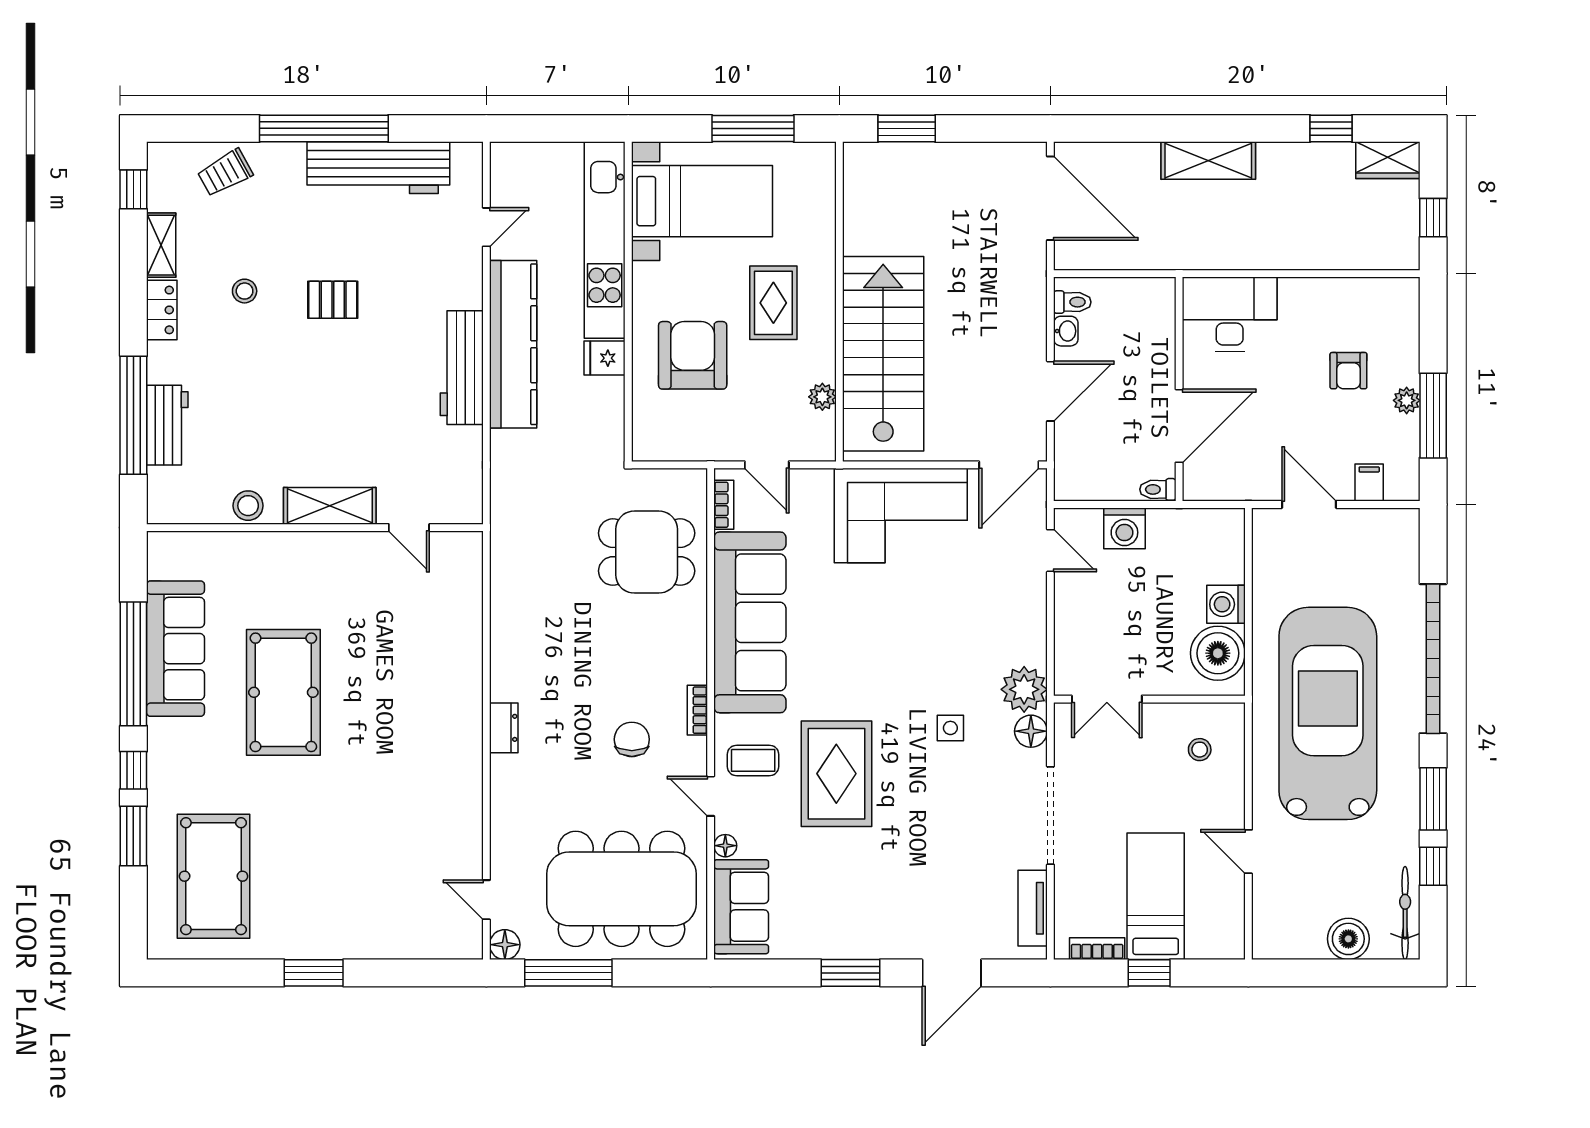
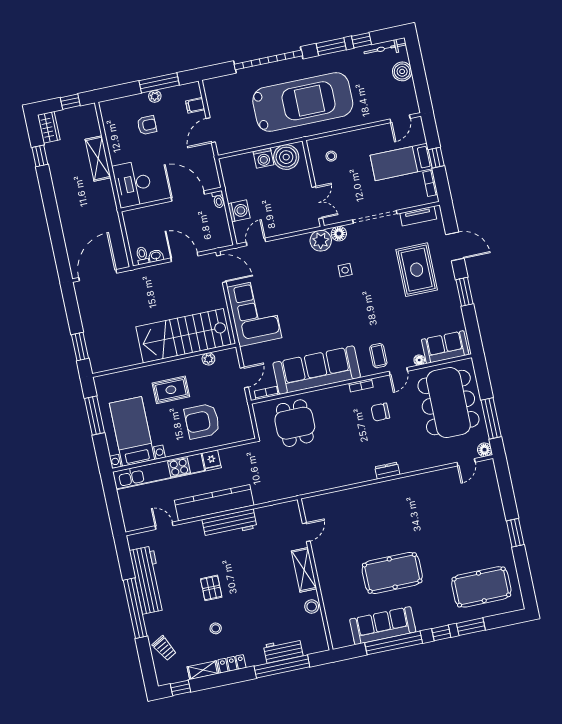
shelving: (1208, 161) -> (98, 158), moved
car: (1328, 713) -> (303, 102), turned 180
rug: (836, 774) -> (417, 270), moved, turned 90
door: (1248, 852) -> (400, 119), moved

